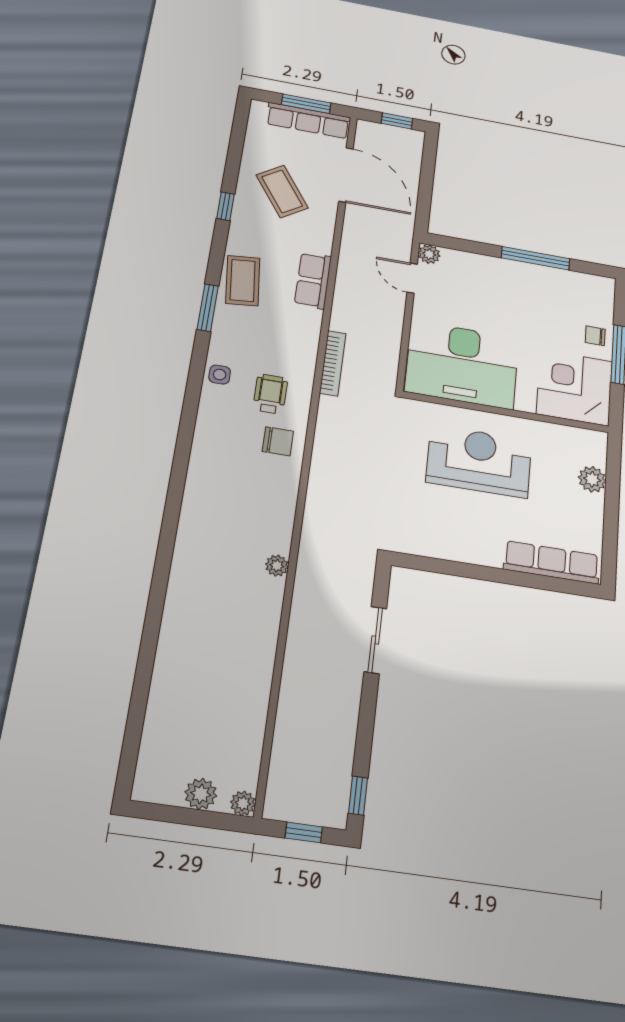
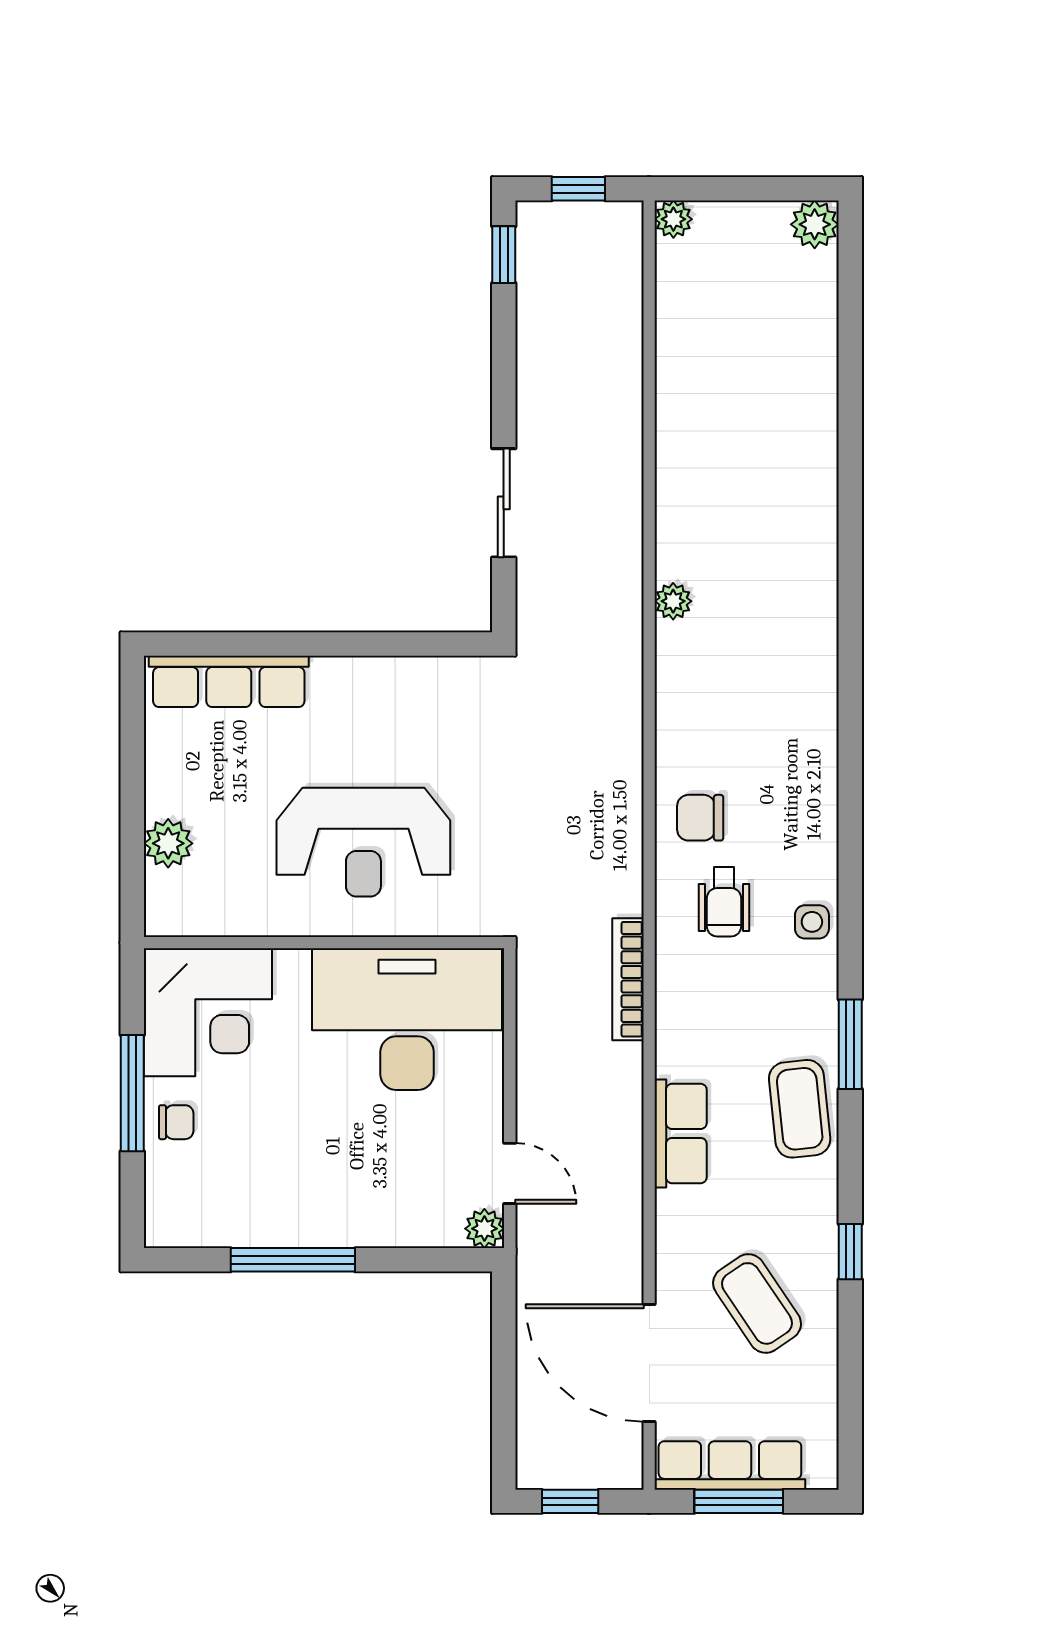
plant: (201, 794) -> (815, 224), moved

